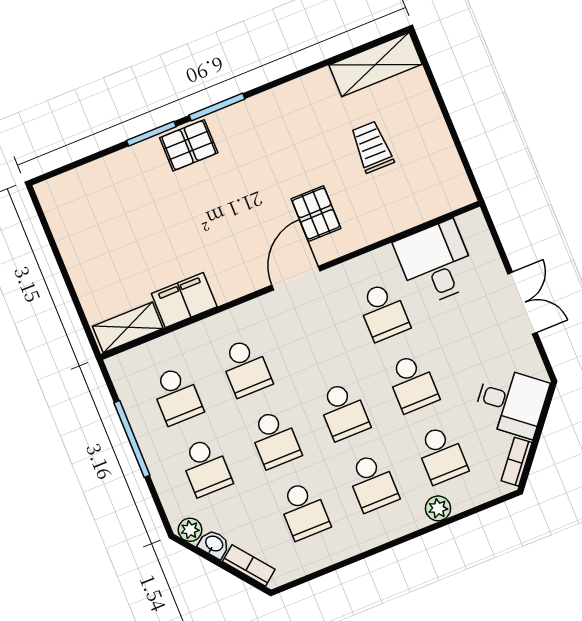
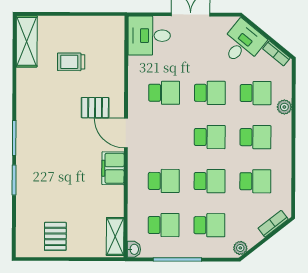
pallet: (189, 145) -> (55, 236), moved
desk: (436, 263) -> (149, 36), moved
filing cabinet: (184, 300) -> (113, 168), moved
washbasin: (214, 544) -> (134, 249), moved, turned 128

